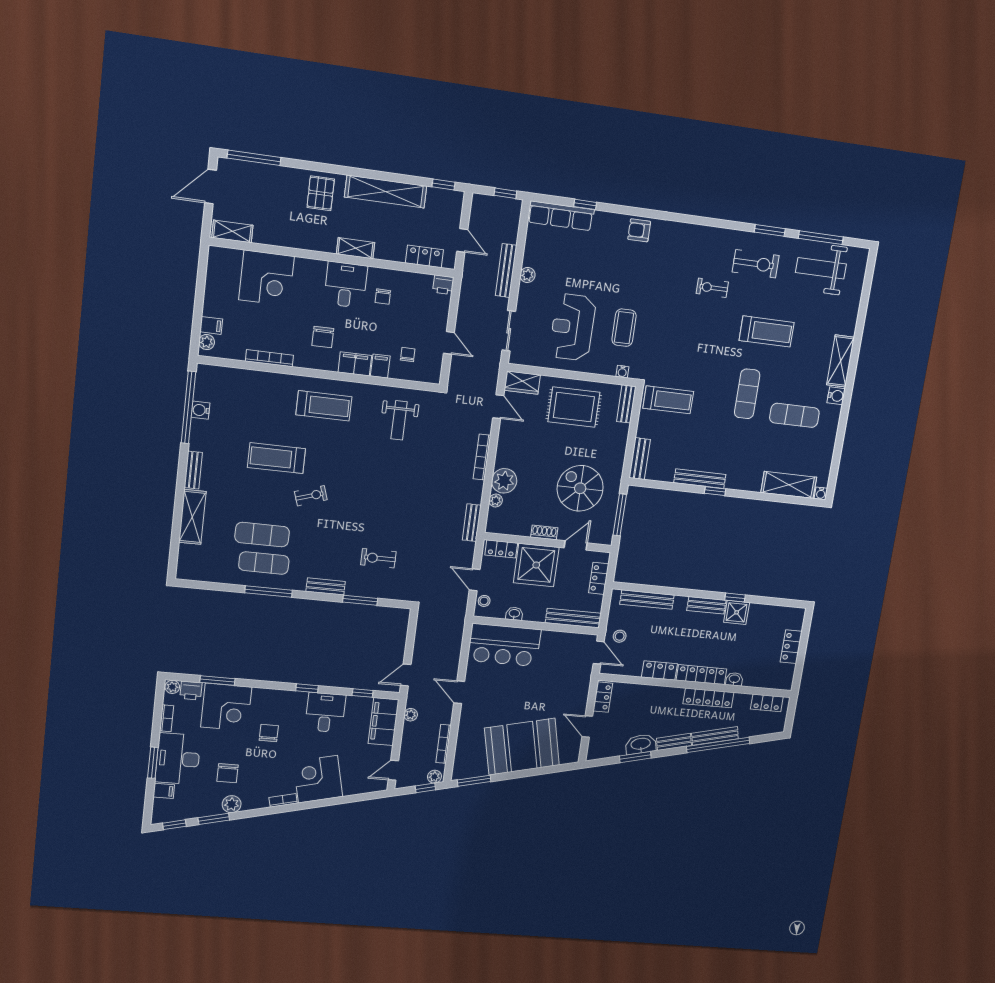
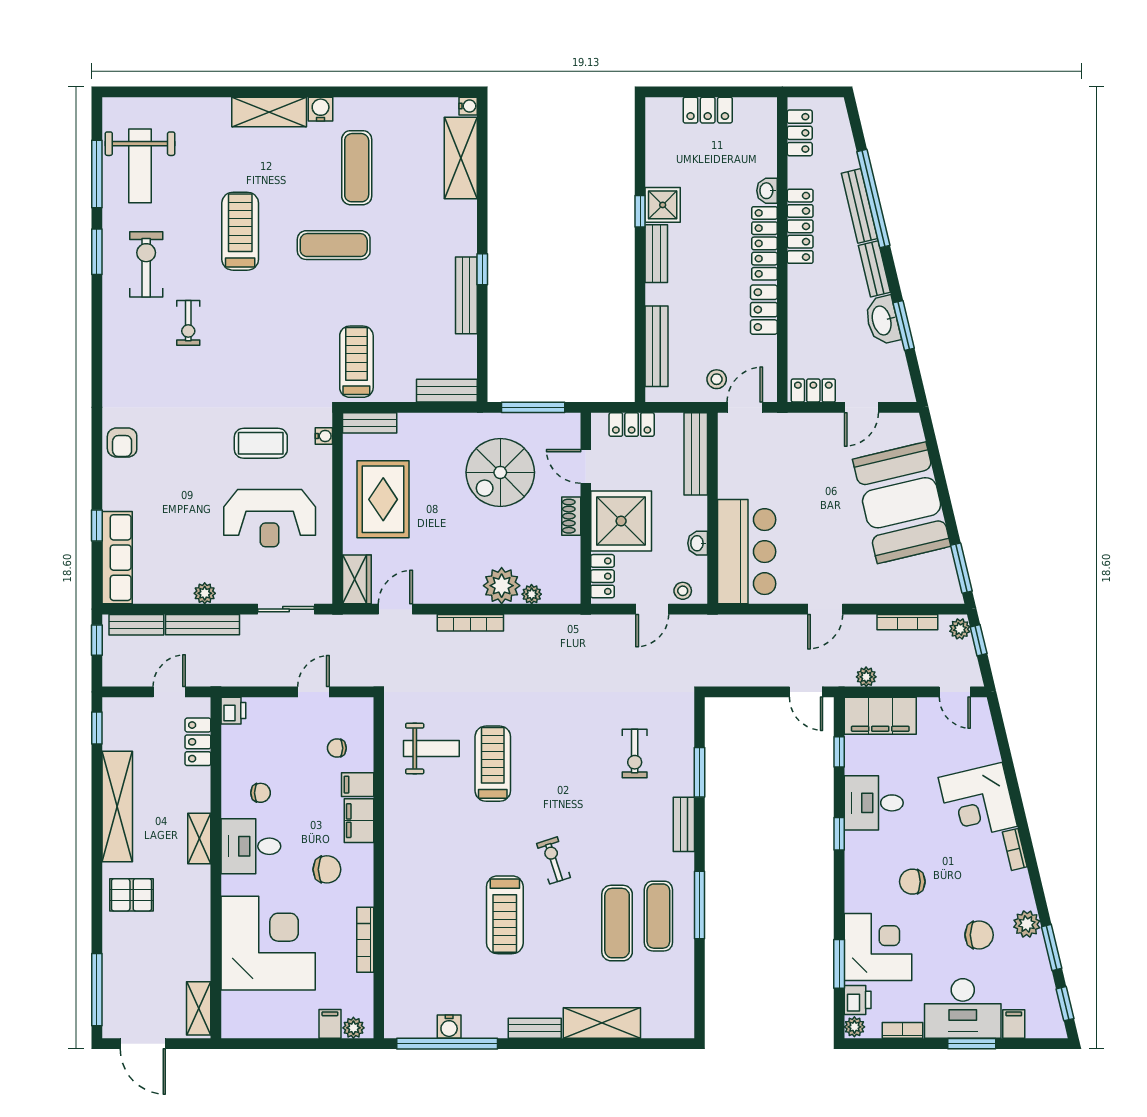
corner desk: (267, 278) -> (268, 943), width x1.36, depth x1.36
treadmill: (324, 406) -> (493, 764), moved
bench: (472, 523) -> (136, 625), moved

